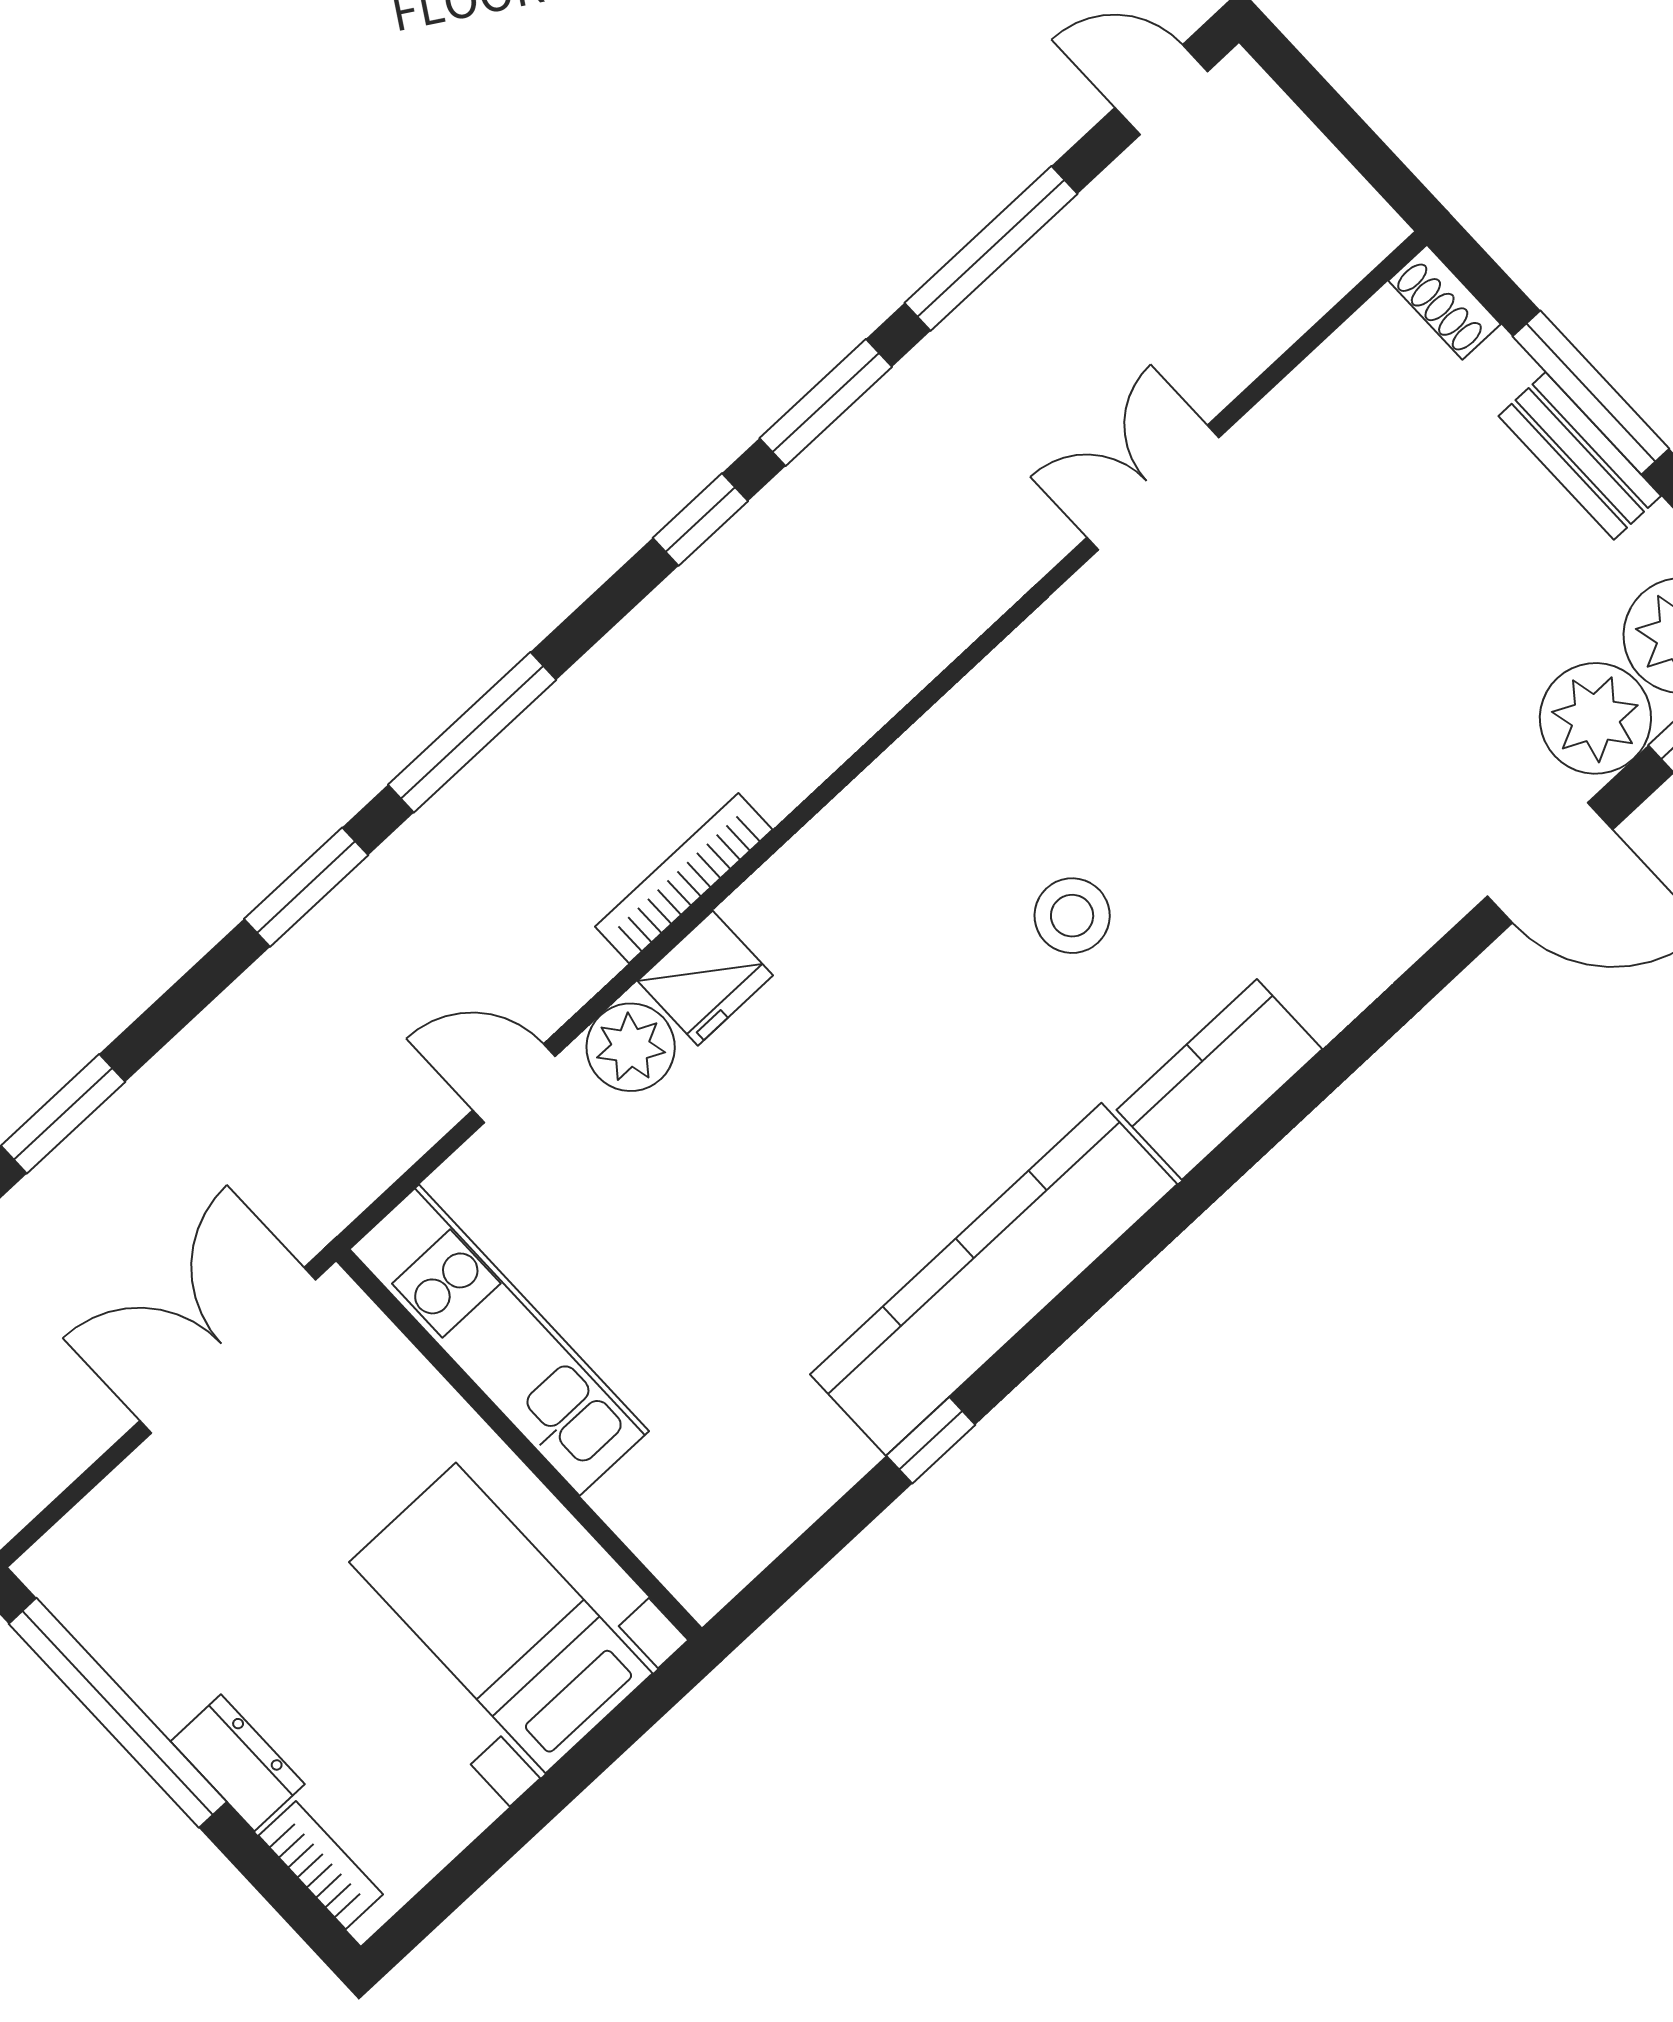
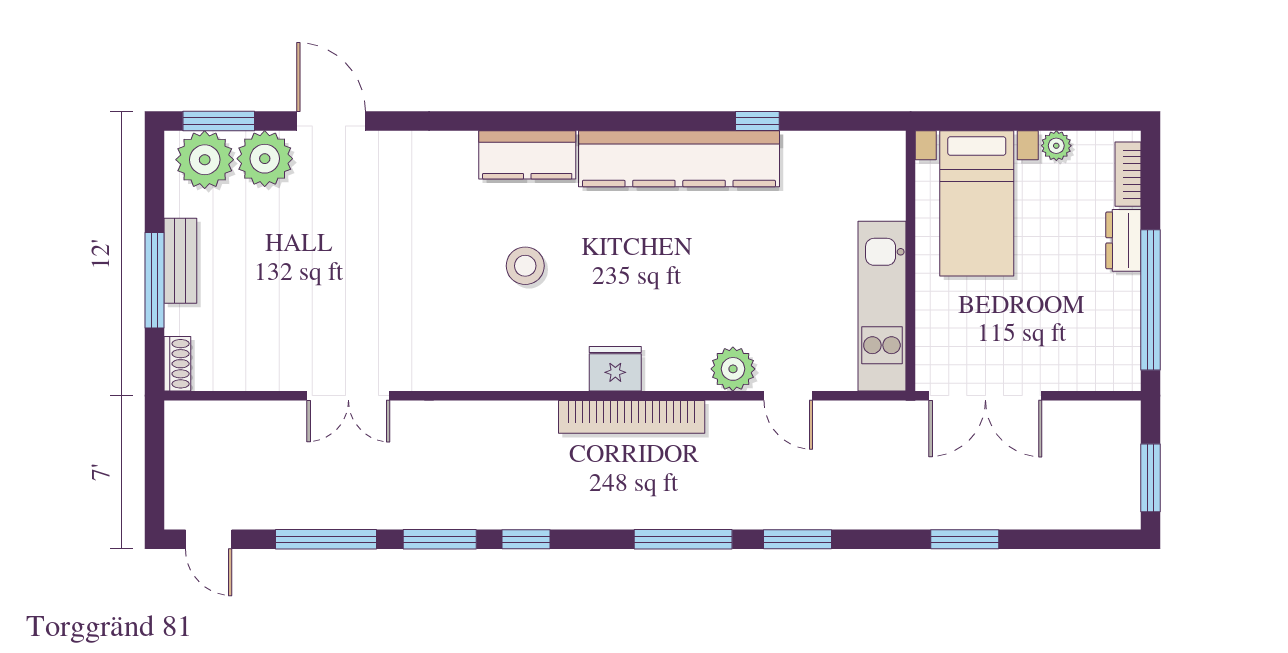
bookcase: (684, 878) -> (632, 417), width x1.48, depth x1.31
fridge: (705, 978) -> (615, 369), moved
plant: (463, 1809) -> (1056, 146), added

